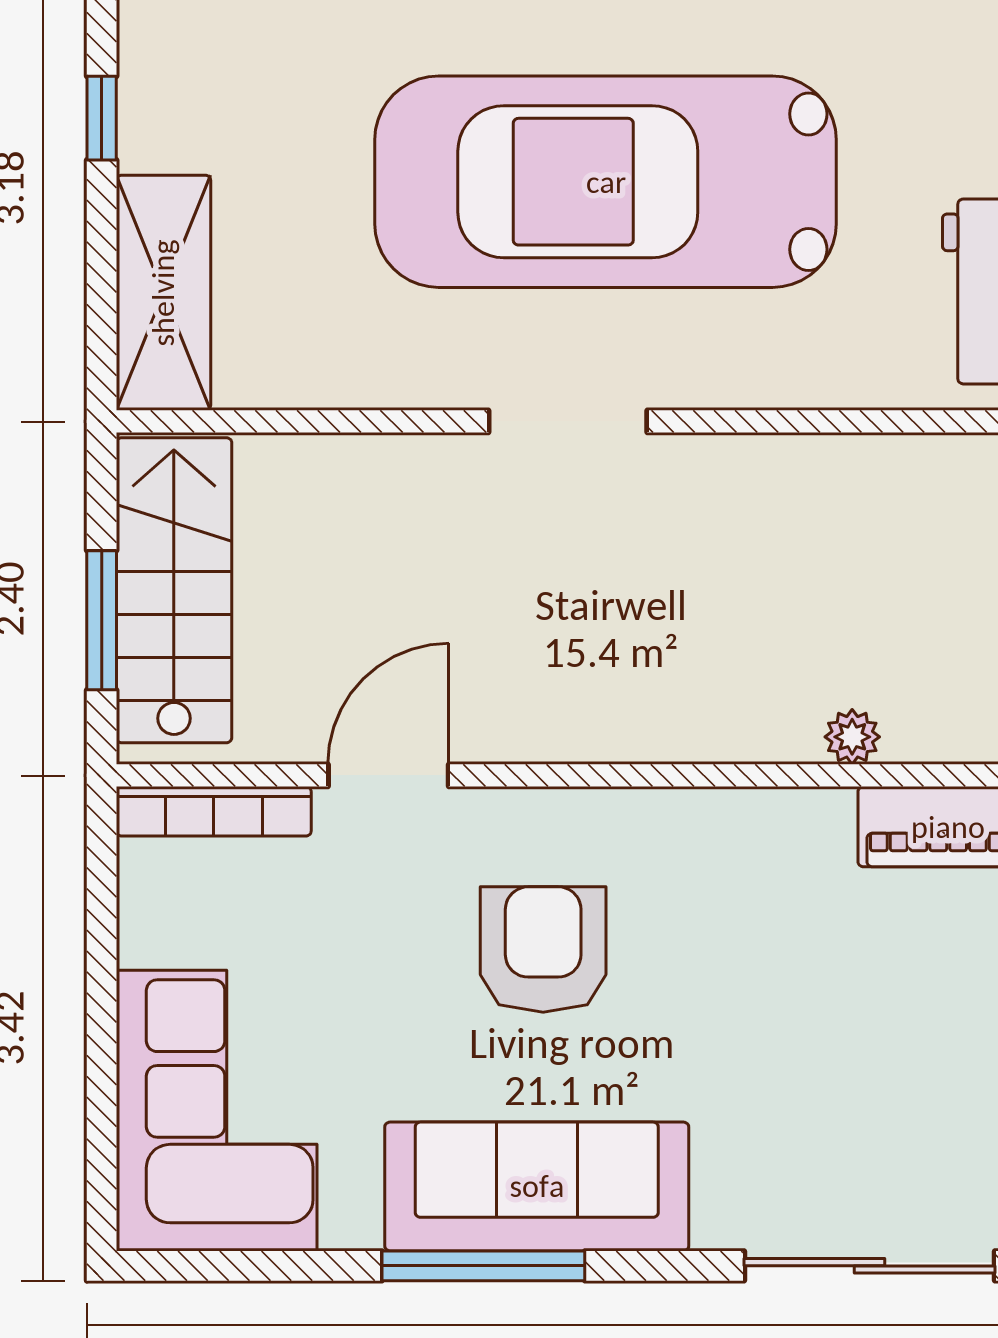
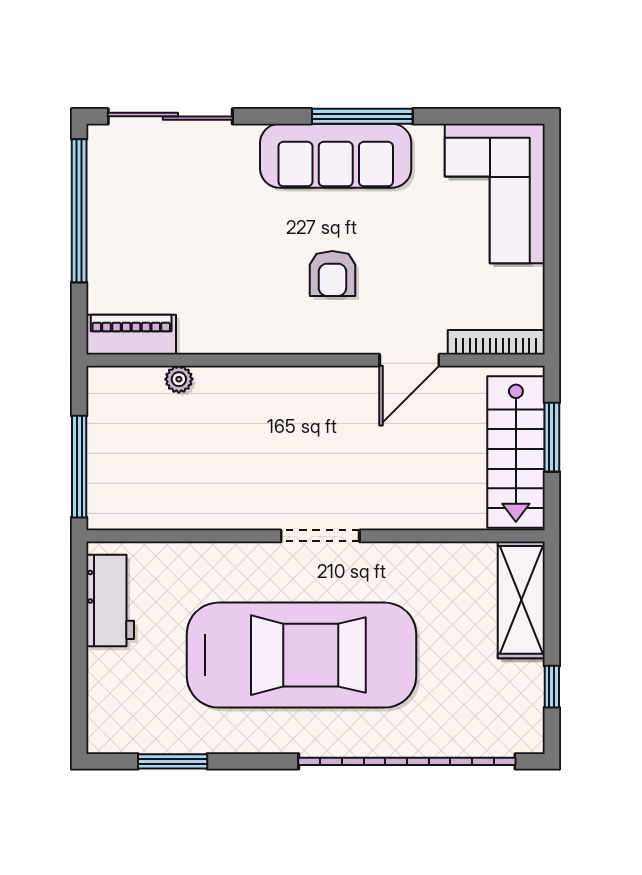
armchair: (543, 950) -> (332, 273), width x0.72, depth x0.72

